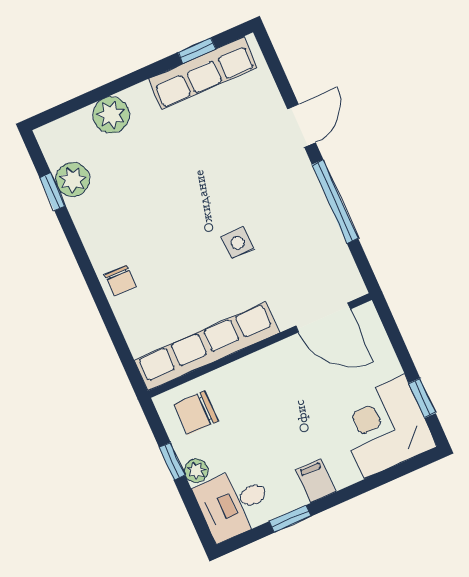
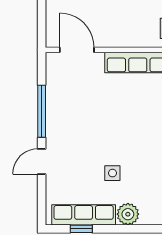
plant: (111, 115) -> (128, 214), moved
side table: (238, 243) -> (112, 173), moved

